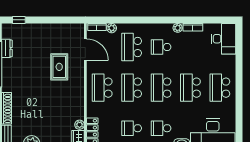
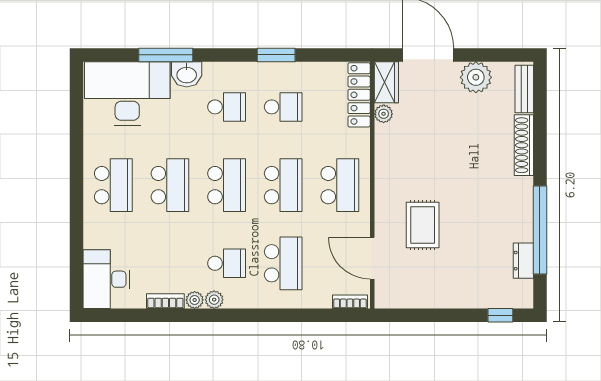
plant: (112, 28) -> (214, 300), moved

